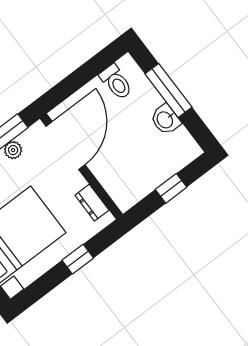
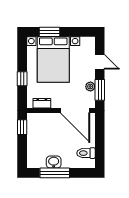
window: (168, 91) -> (55, 173), moved
window: (171, 188) -> (22, 127), moved

